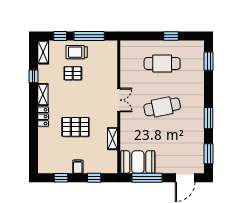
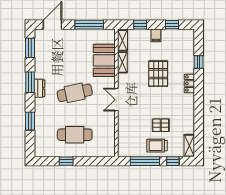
trolley: (77, 52) -> (157, 146), turned 180
window: (209, 61) -> (30, 121), moved
window: (33, 76) -> (199, 62), moved
shelving: (43, 94) -> (122, 40), moved
dresser: (199, 112) -> (39, 88), added
pallet: (75, 127) -> (158, 74), turned 90
booth: (138, 162) -> (104, 60), moved, turned 90

